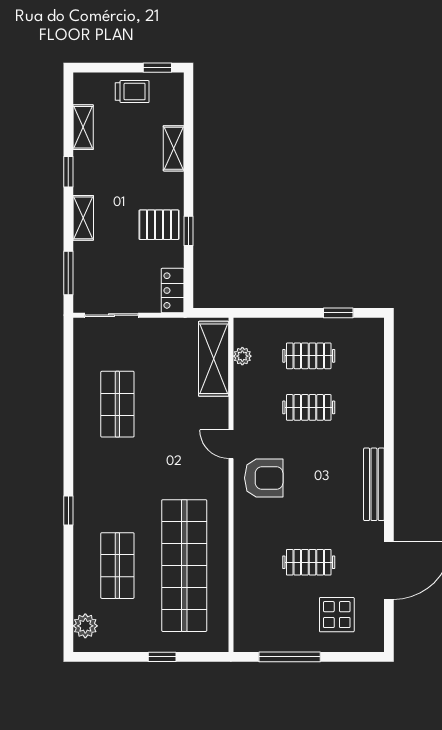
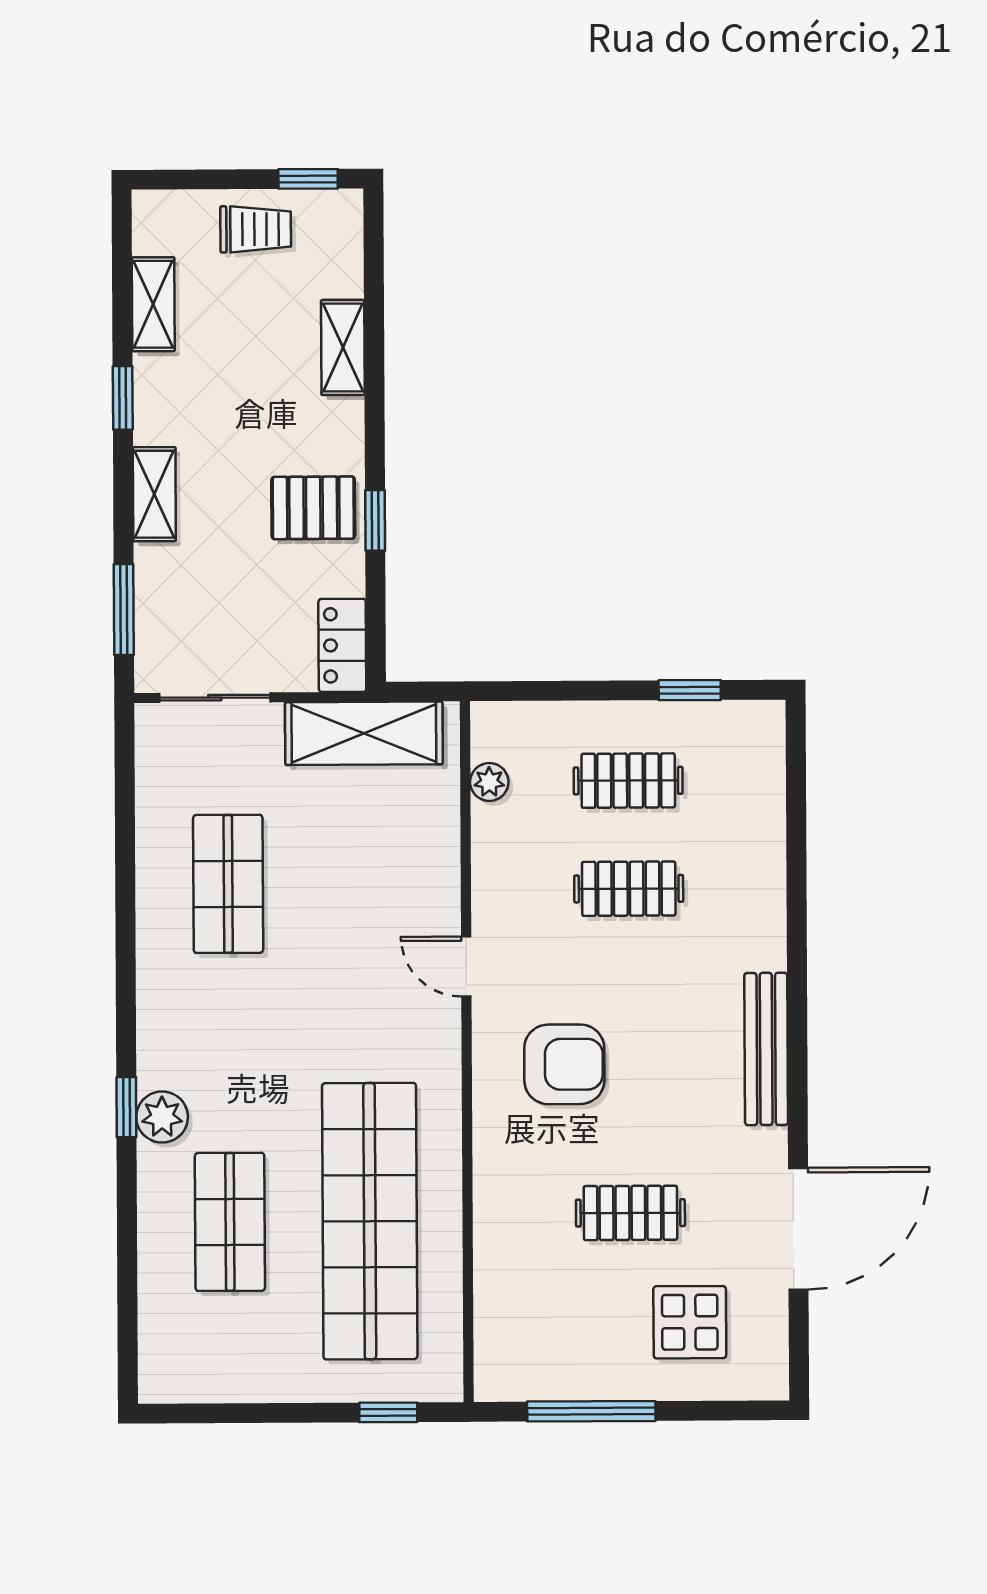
shelving: (214, 359) -> (364, 733), moved, turned 90
armchair: (264, 478) -> (564, 1064), moved
plant: (85, 626) -> (162, 1117), moved
window: (162, 657) -> (388, 1412), moved

